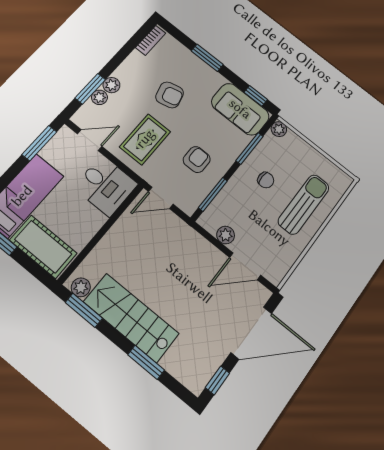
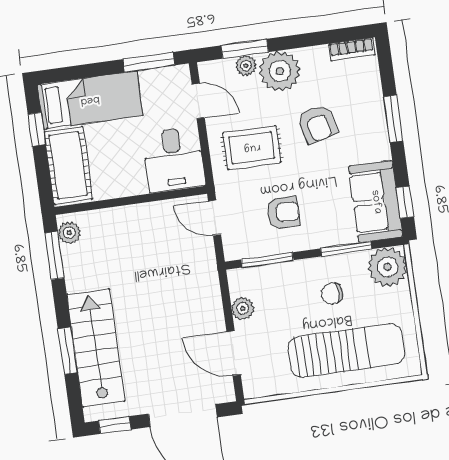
plant: (111, 85) -> (280, 71), width x1.88, depth x1.88
plant: (279, 129) -> (387, 267), width x1.88, depth x1.88
chair: (266, 180) -> (332, 294), turned 90
sun lounger: (304, 204) -> (347, 350), width x1.36, depth x1.34
stairs: (131, 318) -> (96, 348), moved

